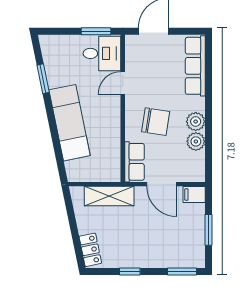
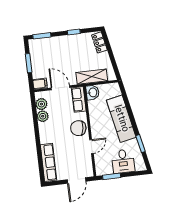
desk: (102, 53) -> (123, 161), moved, turned -90
chair: (156, 122) -> (78, 128), moved
plant: (196, 122) -> (41, 104), moved
washbasin: (111, 170) -> (93, 92), added

